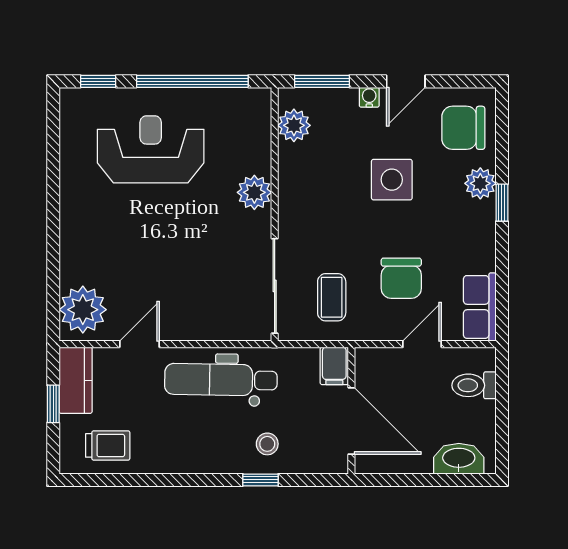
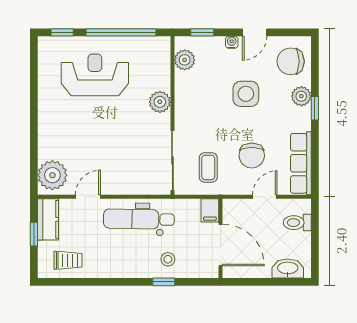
window: (322, 81) -> (202, 32), width x0.67
row of seats: (480, 307) -> (301, 163), width x1.48

